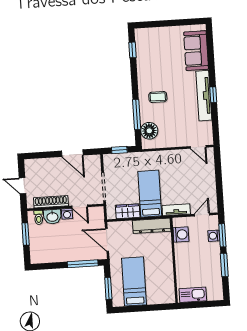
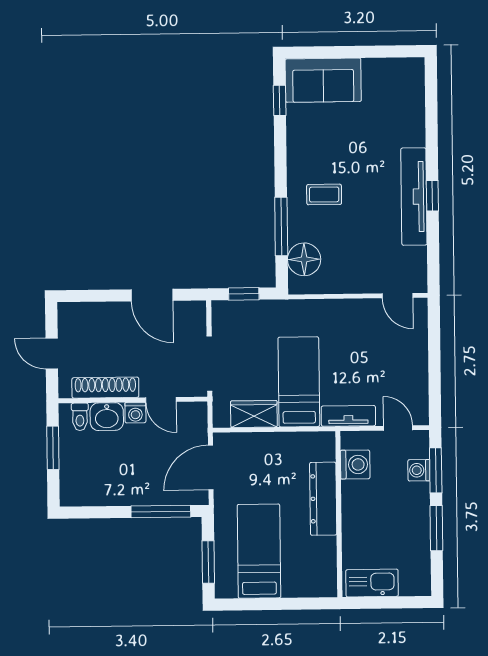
sofa: (196, 51) -> (323, 80), moved, turned -90
door: (202, 215) -> (398, 428), hinge flipped
dresser: (152, 226) -> (323, 499), moved, turned 90
door: (107, 240) -> (211, 468), hinge flipped

